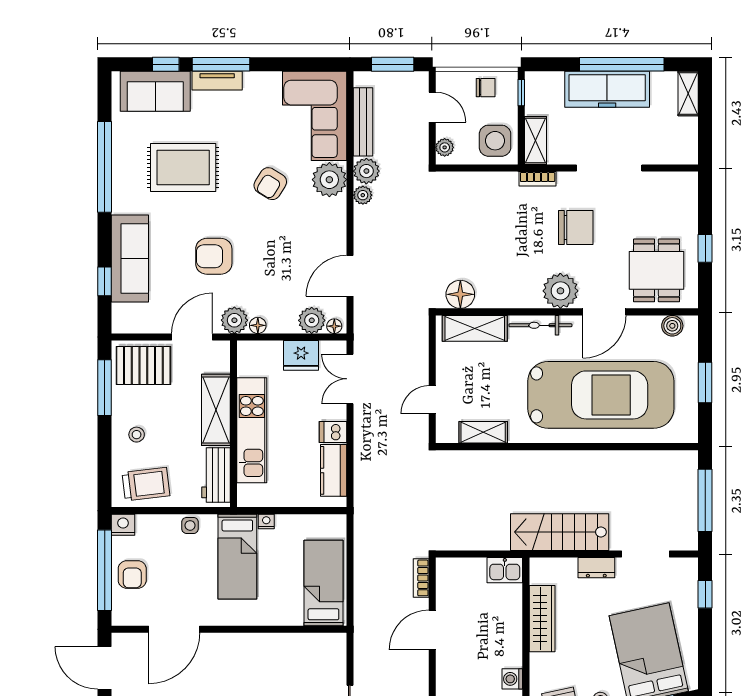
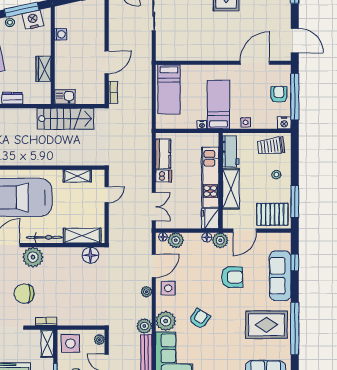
rug: (183, 168) -> (266, 325), moved
plant: (363, 195) -> (146, 292), moved
side table: (325, 237) -> (168, 288), added
fridge: (301, 355) -> (210, 218), moved, turned -90
stairs: (560, 532) -> (65, 119), moved
wardrobe: (542, 619) -> (43, 69), width x0.67

